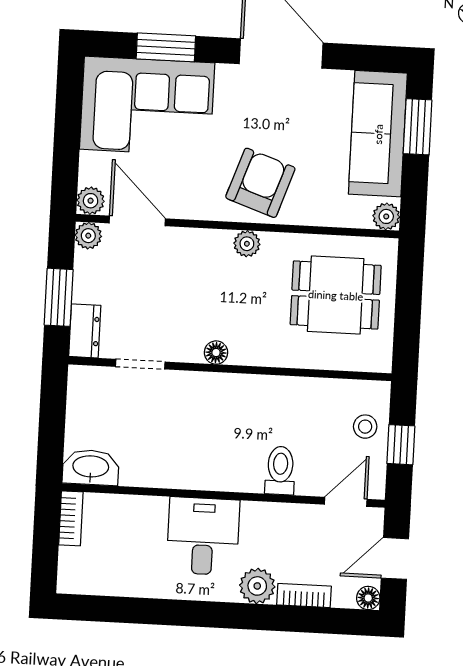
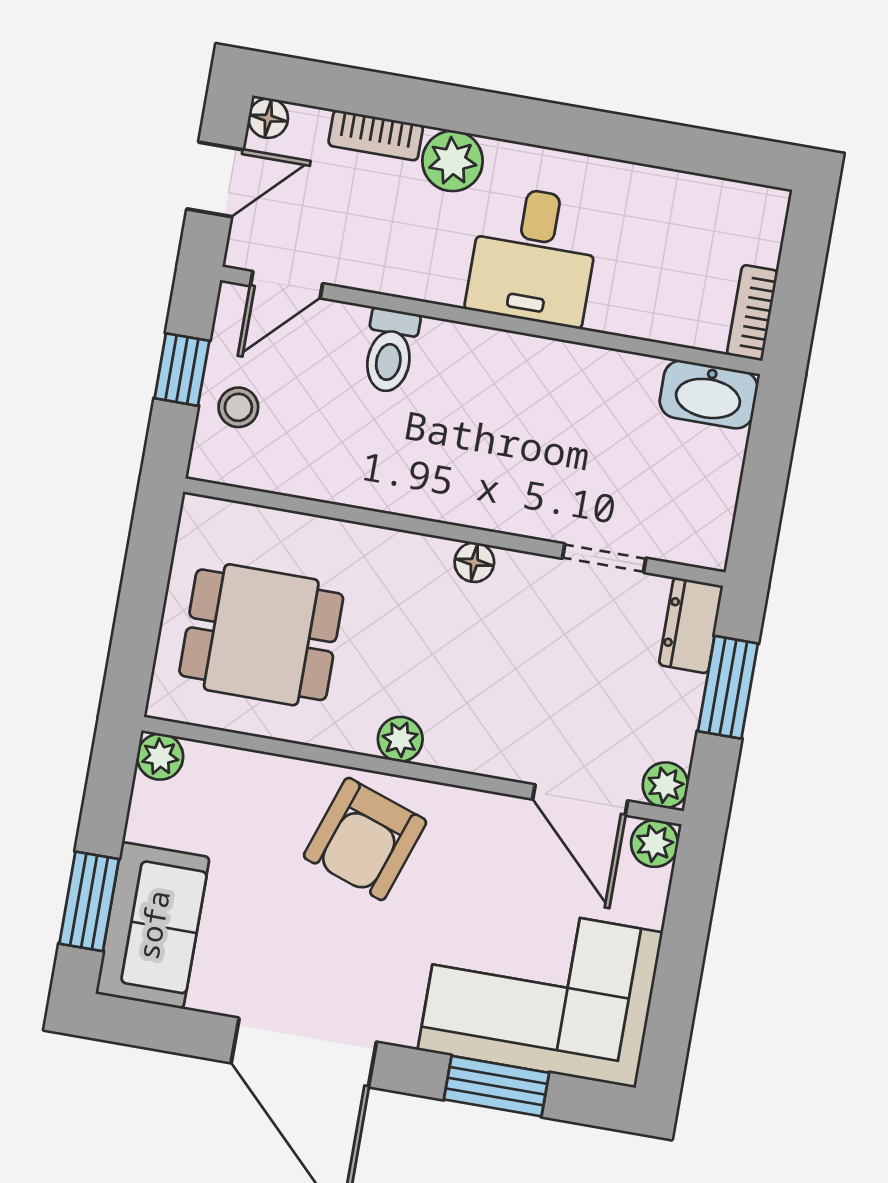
sofa: (378, 134) -> (153, 925), width x0.73

